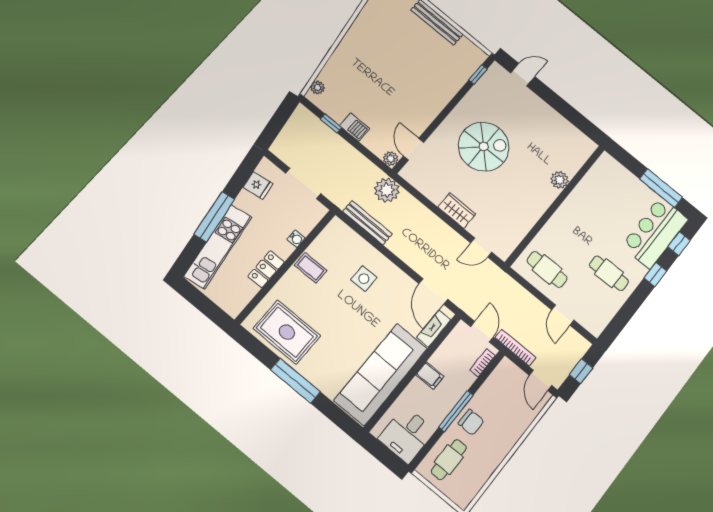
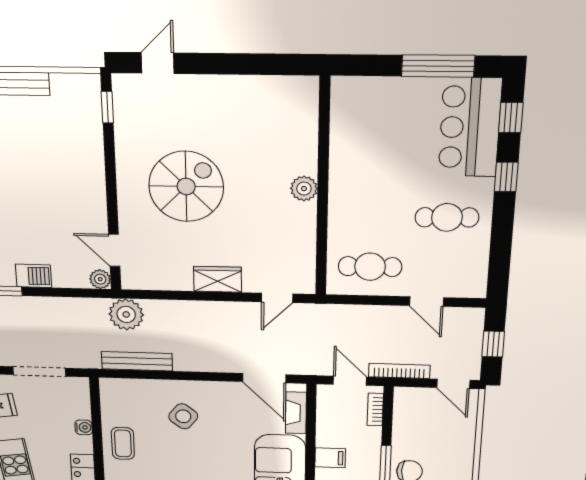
plant: (560, 180) -> (304, 189), moved
coffee table: (311, 268) -> (123, 443), turned 90
side table: (364, 279) -> (183, 416), turned 38

